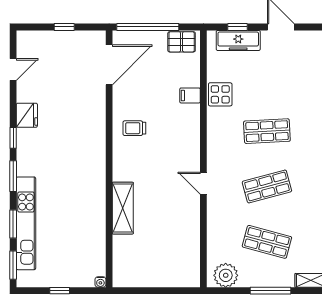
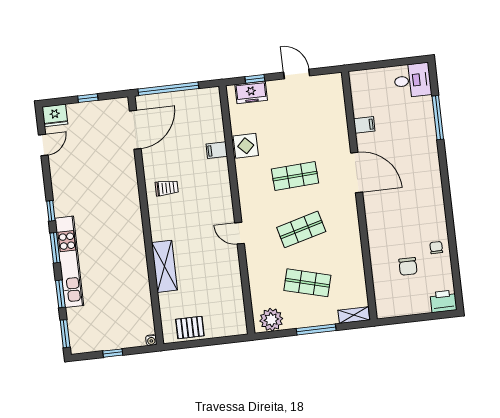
freezer: (238, 40) -> (251, 92), width x0.71
pallet: (182, 42) -> (190, 328), moved
fridge: (27, 115) -> (55, 115), moved, turned 90
trolley: (134, 128) -> (167, 188), turned 180
kitchen unit: (26, 223) -> (69, 262), moved

